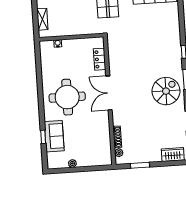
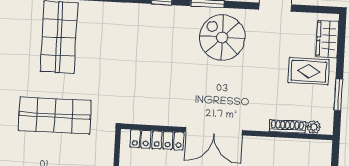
locker: (100, 59) -> (157, 140), width x1.53
rug: (152, 146) -> (309, 71), added

